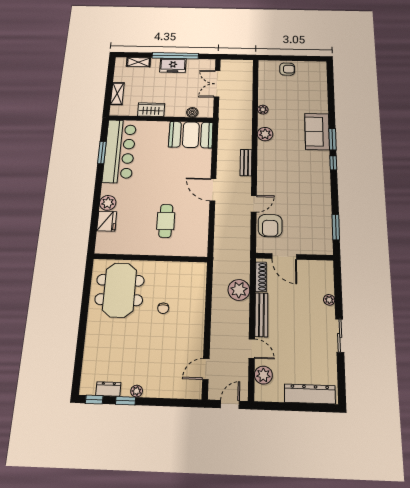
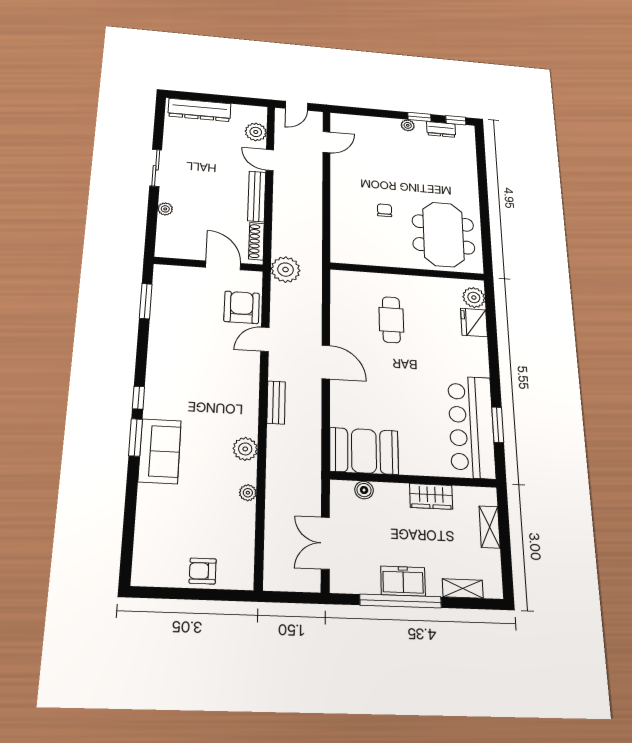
double door: (217, 84) -> (325, 543), swing flipped
plant: (108, 203) -> (474, 297), moved
plant: (239, 290) -> (286, 270), moved

